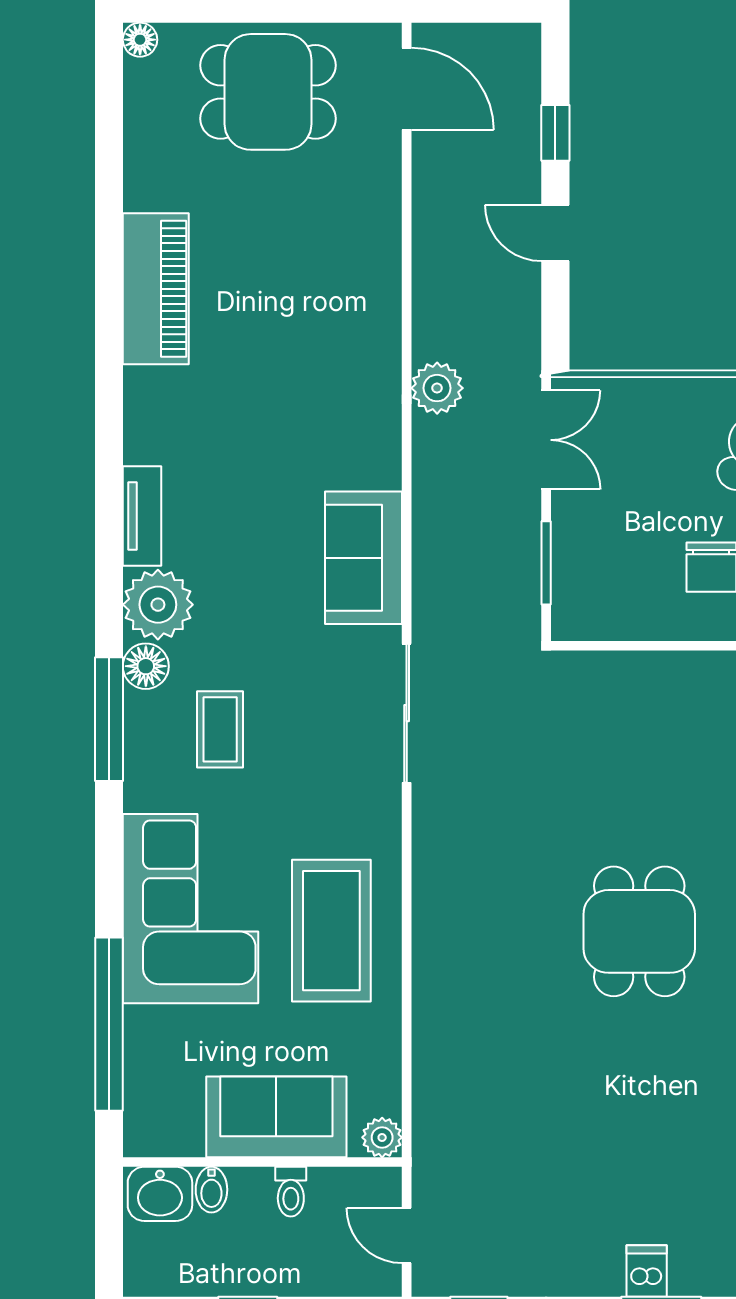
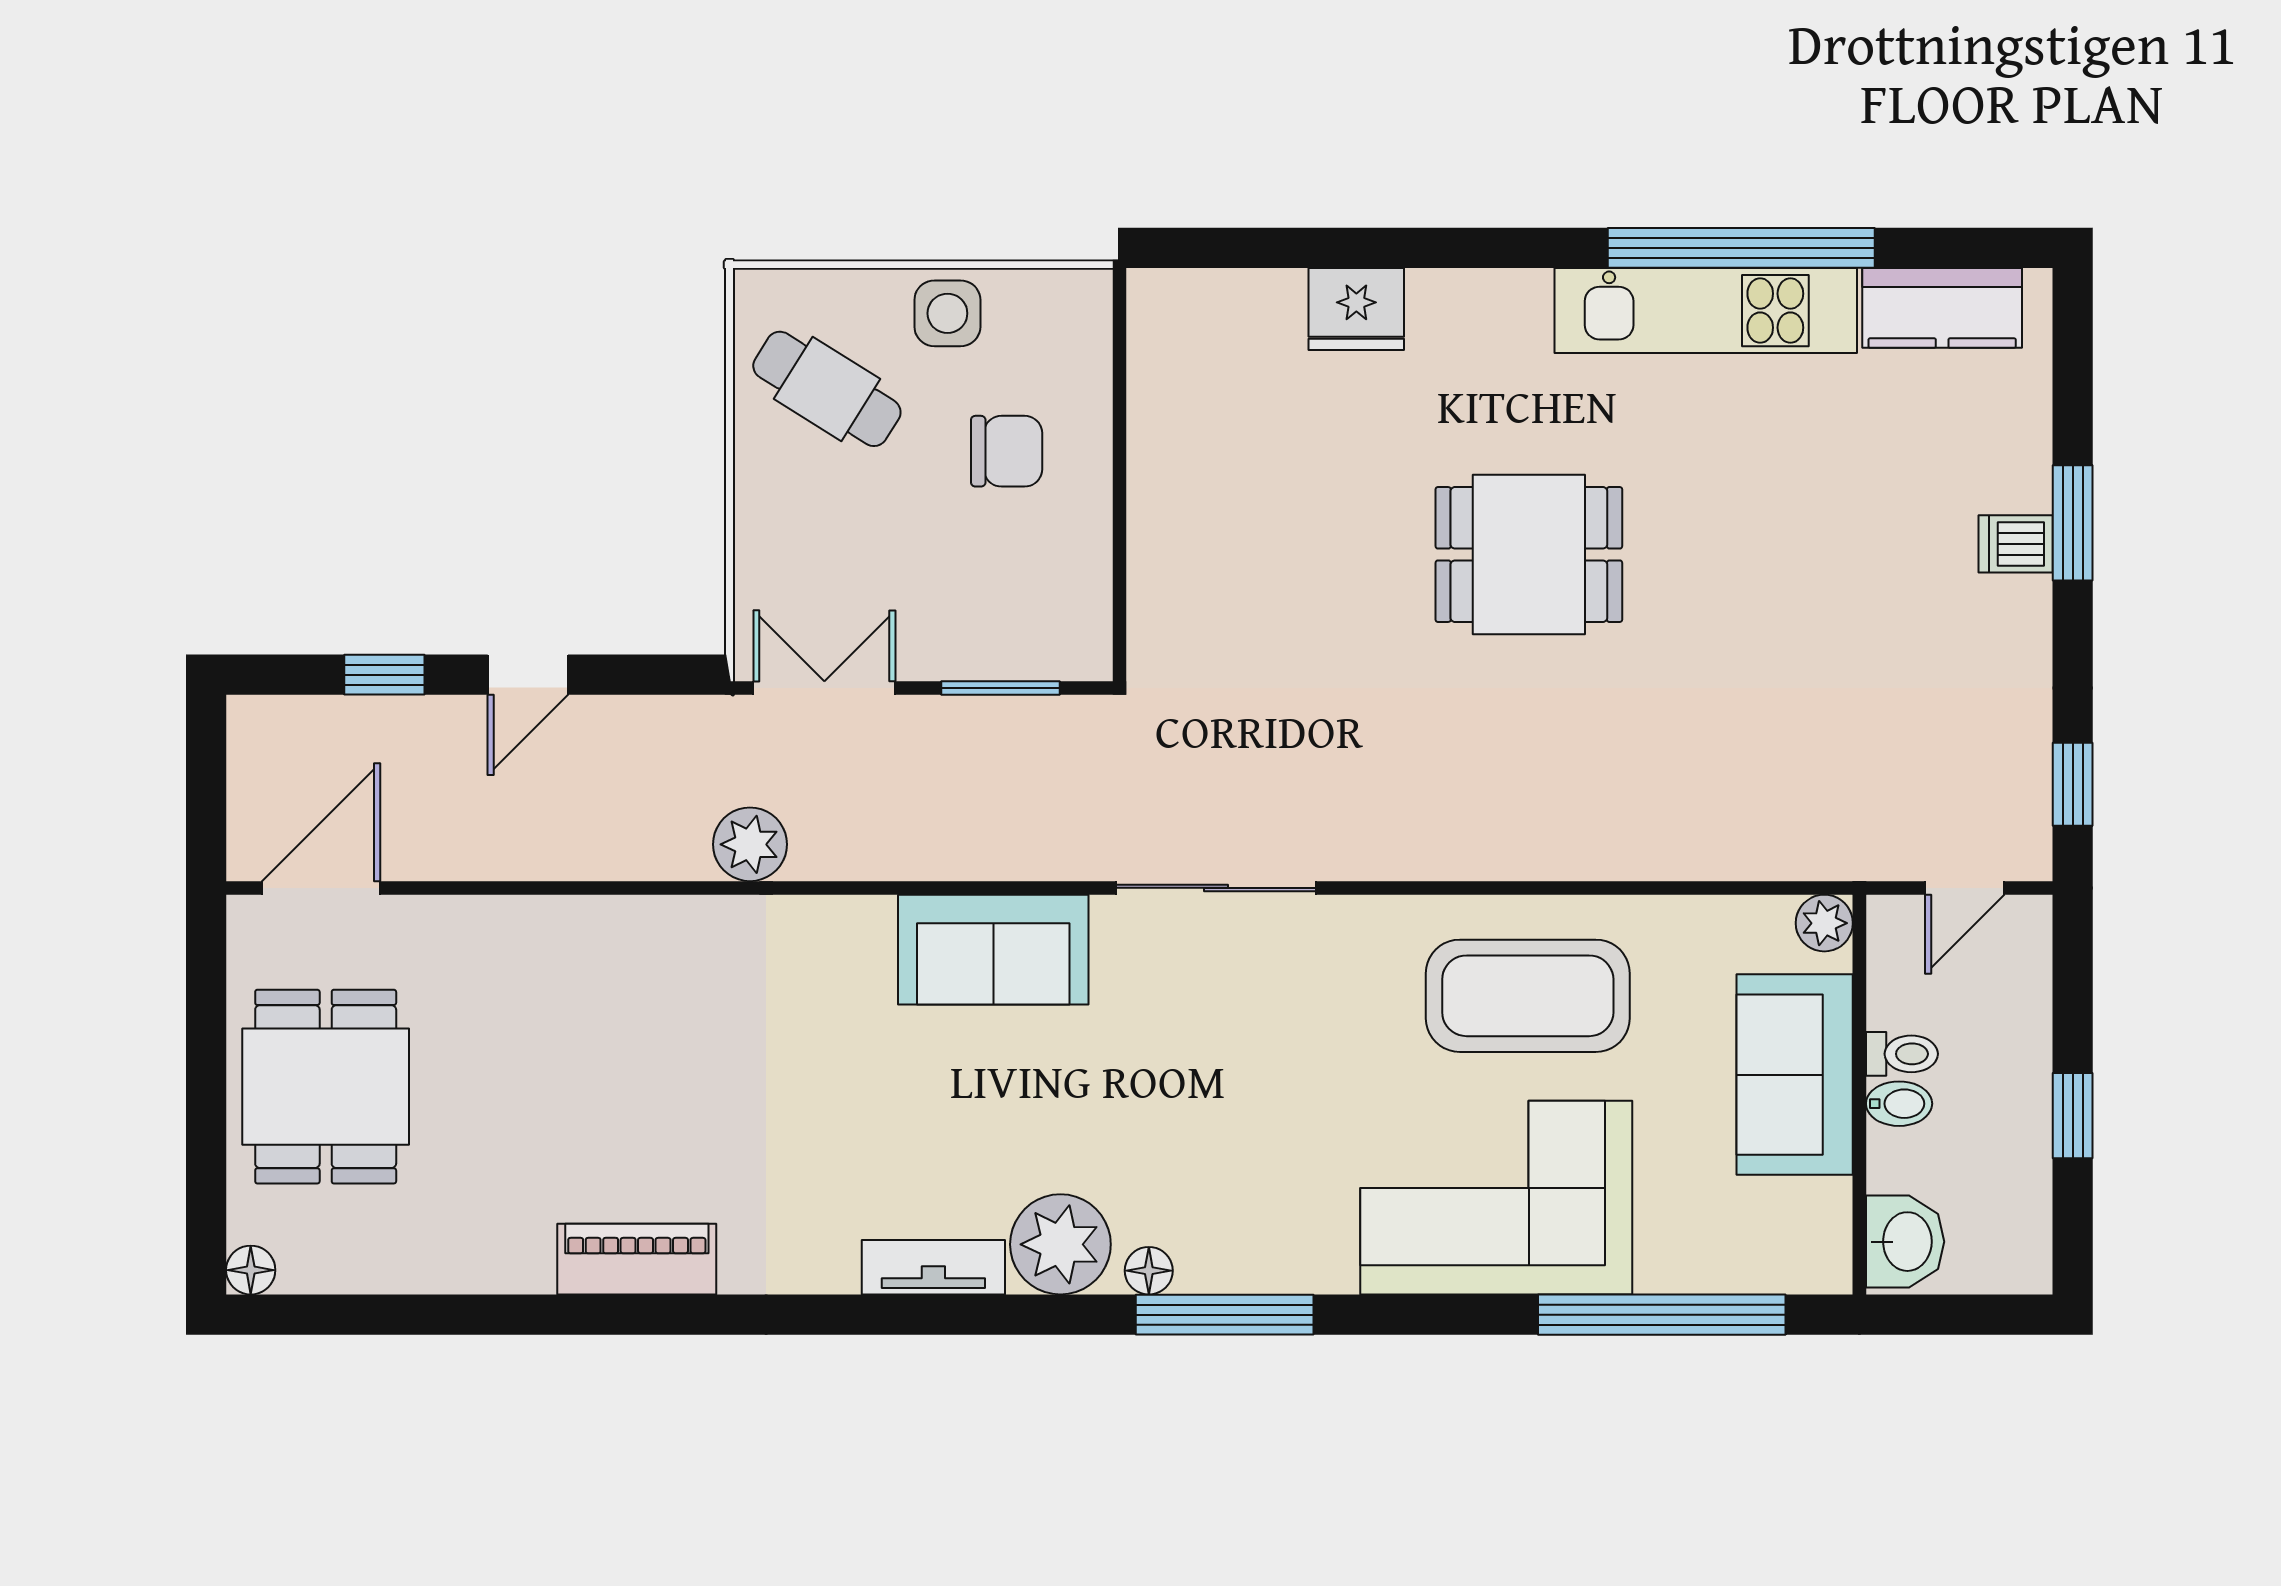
piano: (156, 289) -> (637, 1259), width x0.73, depth x0.75
floor lamp: (146, 666) -> (1149, 1271), width x0.73, depth x0.73
coffee table: (220, 729) -> (1239, 1155), removed
bidet: (211, 1190) -> (1899, 1104), moved

